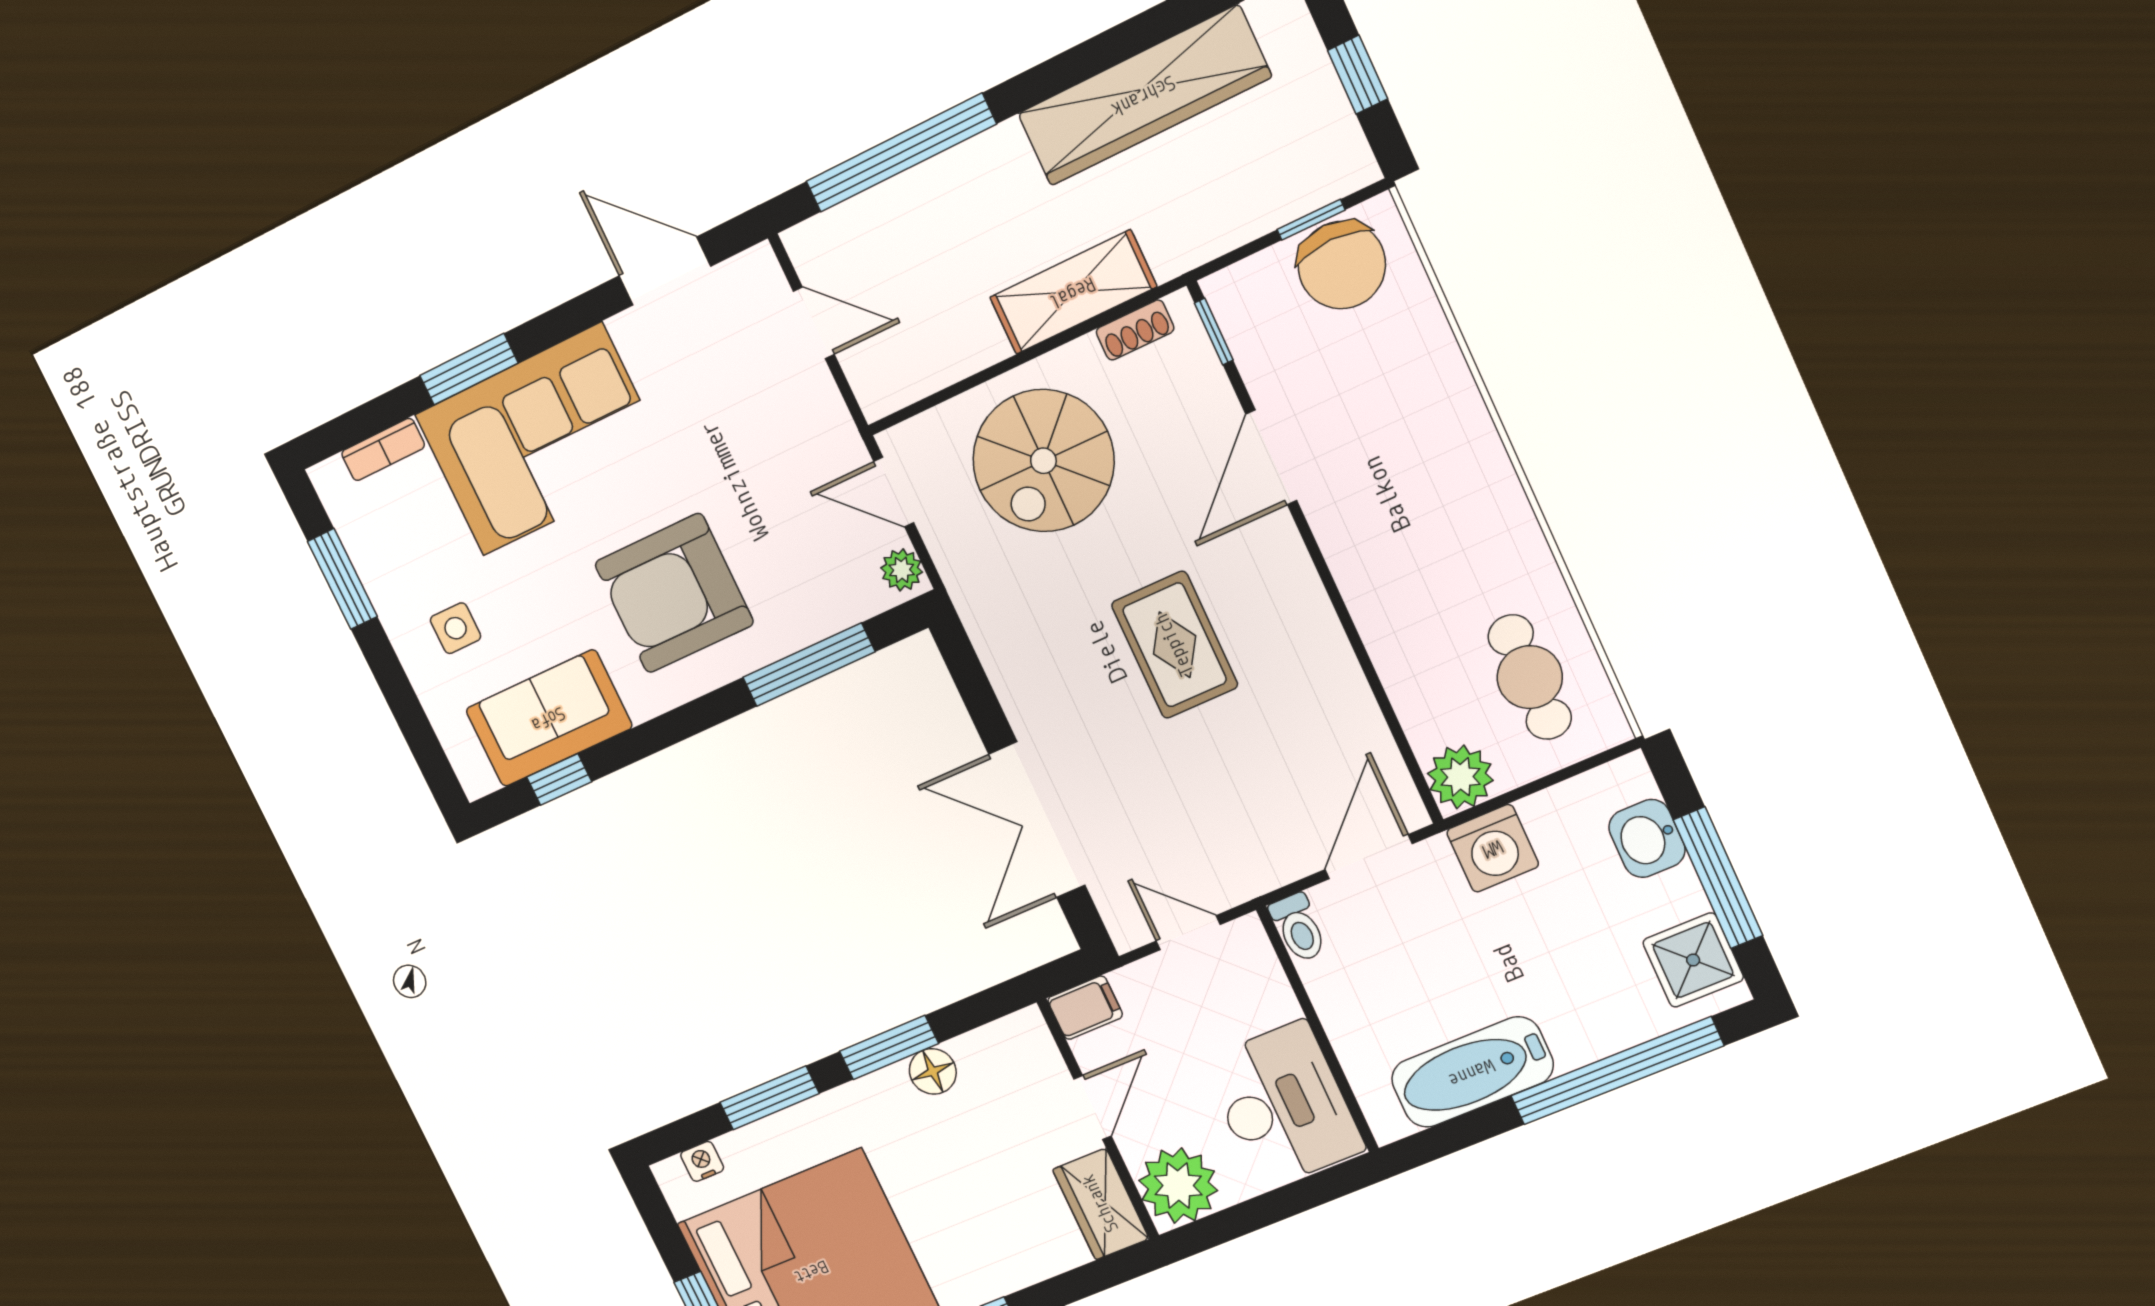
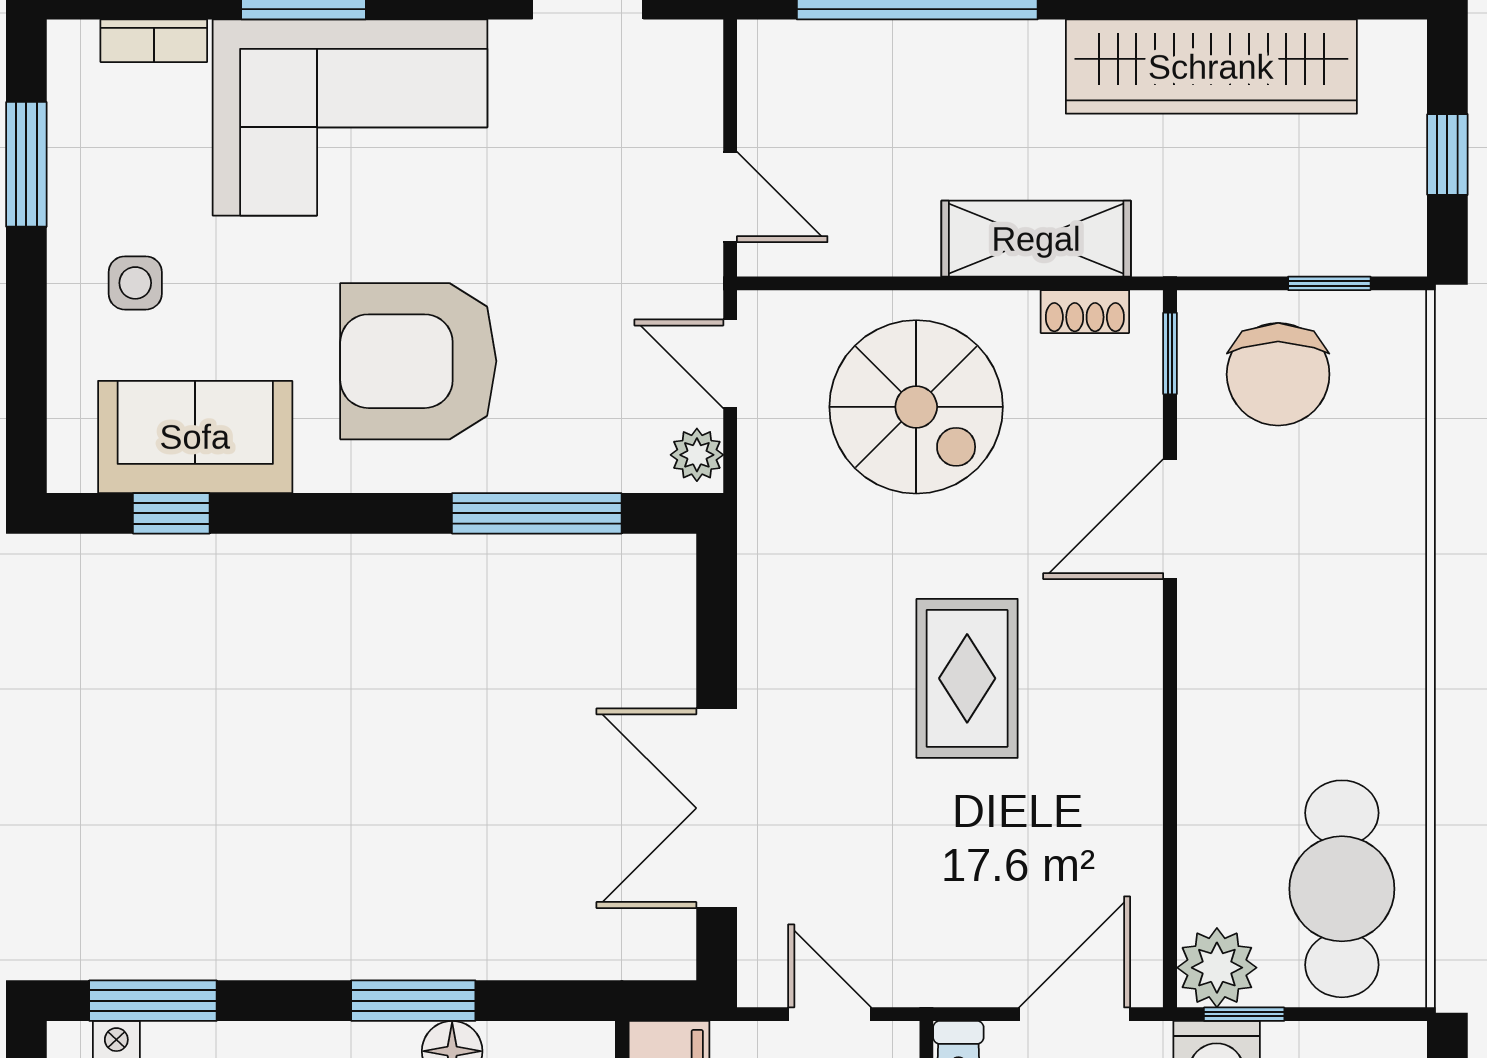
chair: (1342, 265) -> (1278, 374), moved
door: (814, 323) -> (730, 197), moved
spiral stairs: (1043, 461) -> (916, 407), turned -90
cafe table: (1530, 677) -> (1342, 889), width x1.37, depth x1.35
window: (1497, 803) -> (1244, 1014), added
window: (769, 1098) -> (153, 1001), moved

